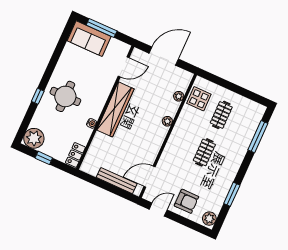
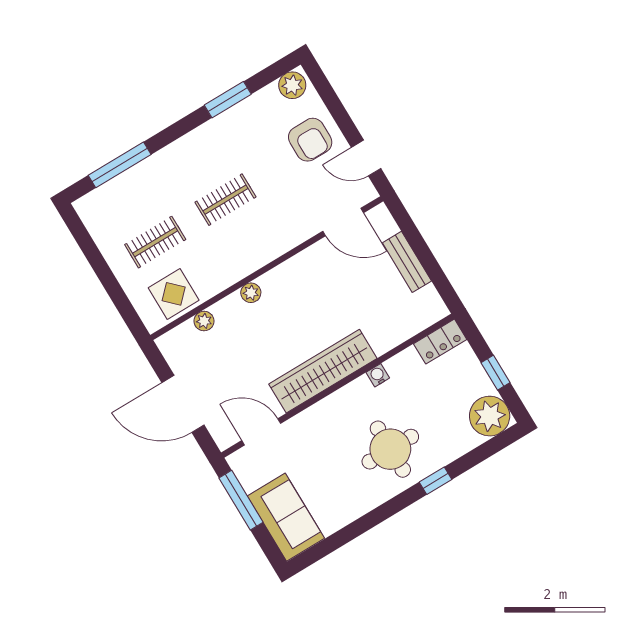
window: (102, 28) -> (241, 500), moved
bench: (117, 181) -> (407, 262), width x0.73
armchair: (186, 201) -> (310, 140), turned 180

